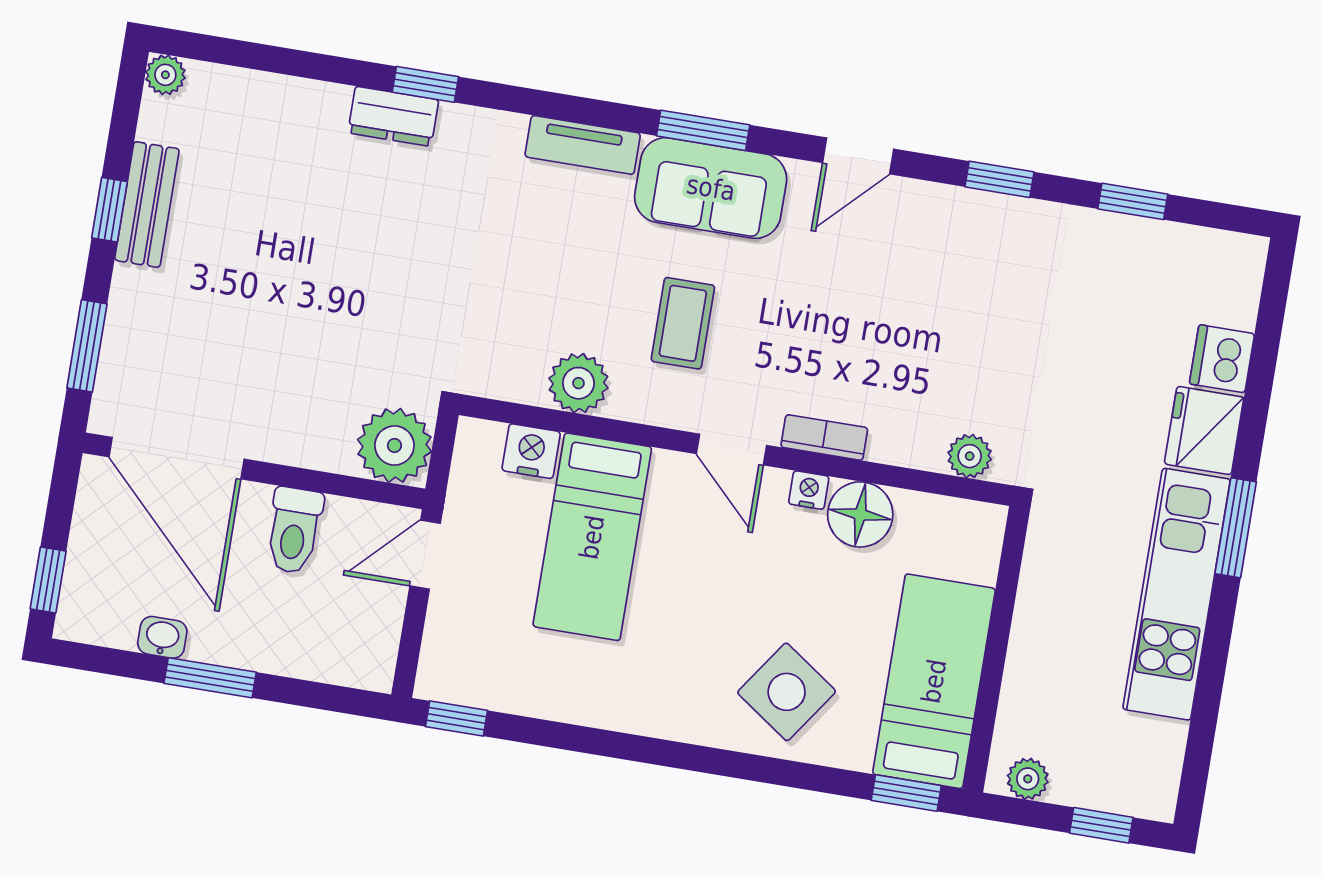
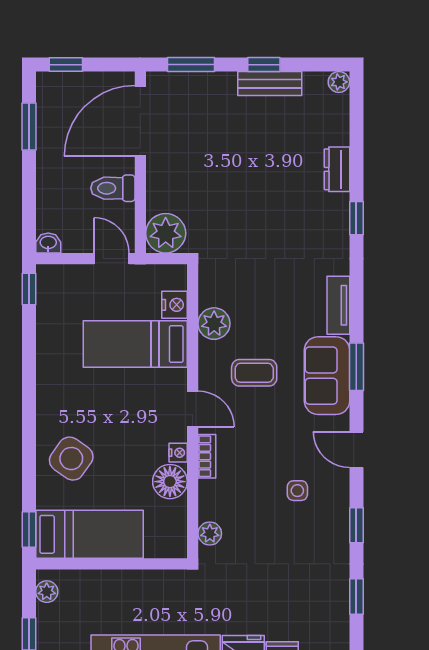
dresser: (393, 116) -> (337, 169), moved
side table: (917, 279) -> (297, 491), added
door: (732, 450) -> (193, 409), swing flipped
washbasin: (162, 637) -> (48, 243), moved, turned -90
window: (210, 678) -> (29, 127), moved

